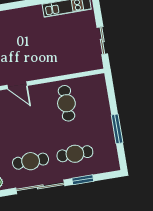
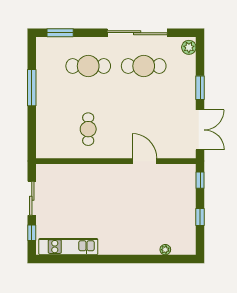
window: (98, 13) -> (32, 233), added
cafe table: (66, 103) -> (88, 129), width x0.73, depth x0.74
window: (83, 180) -> (60, 33), moved

